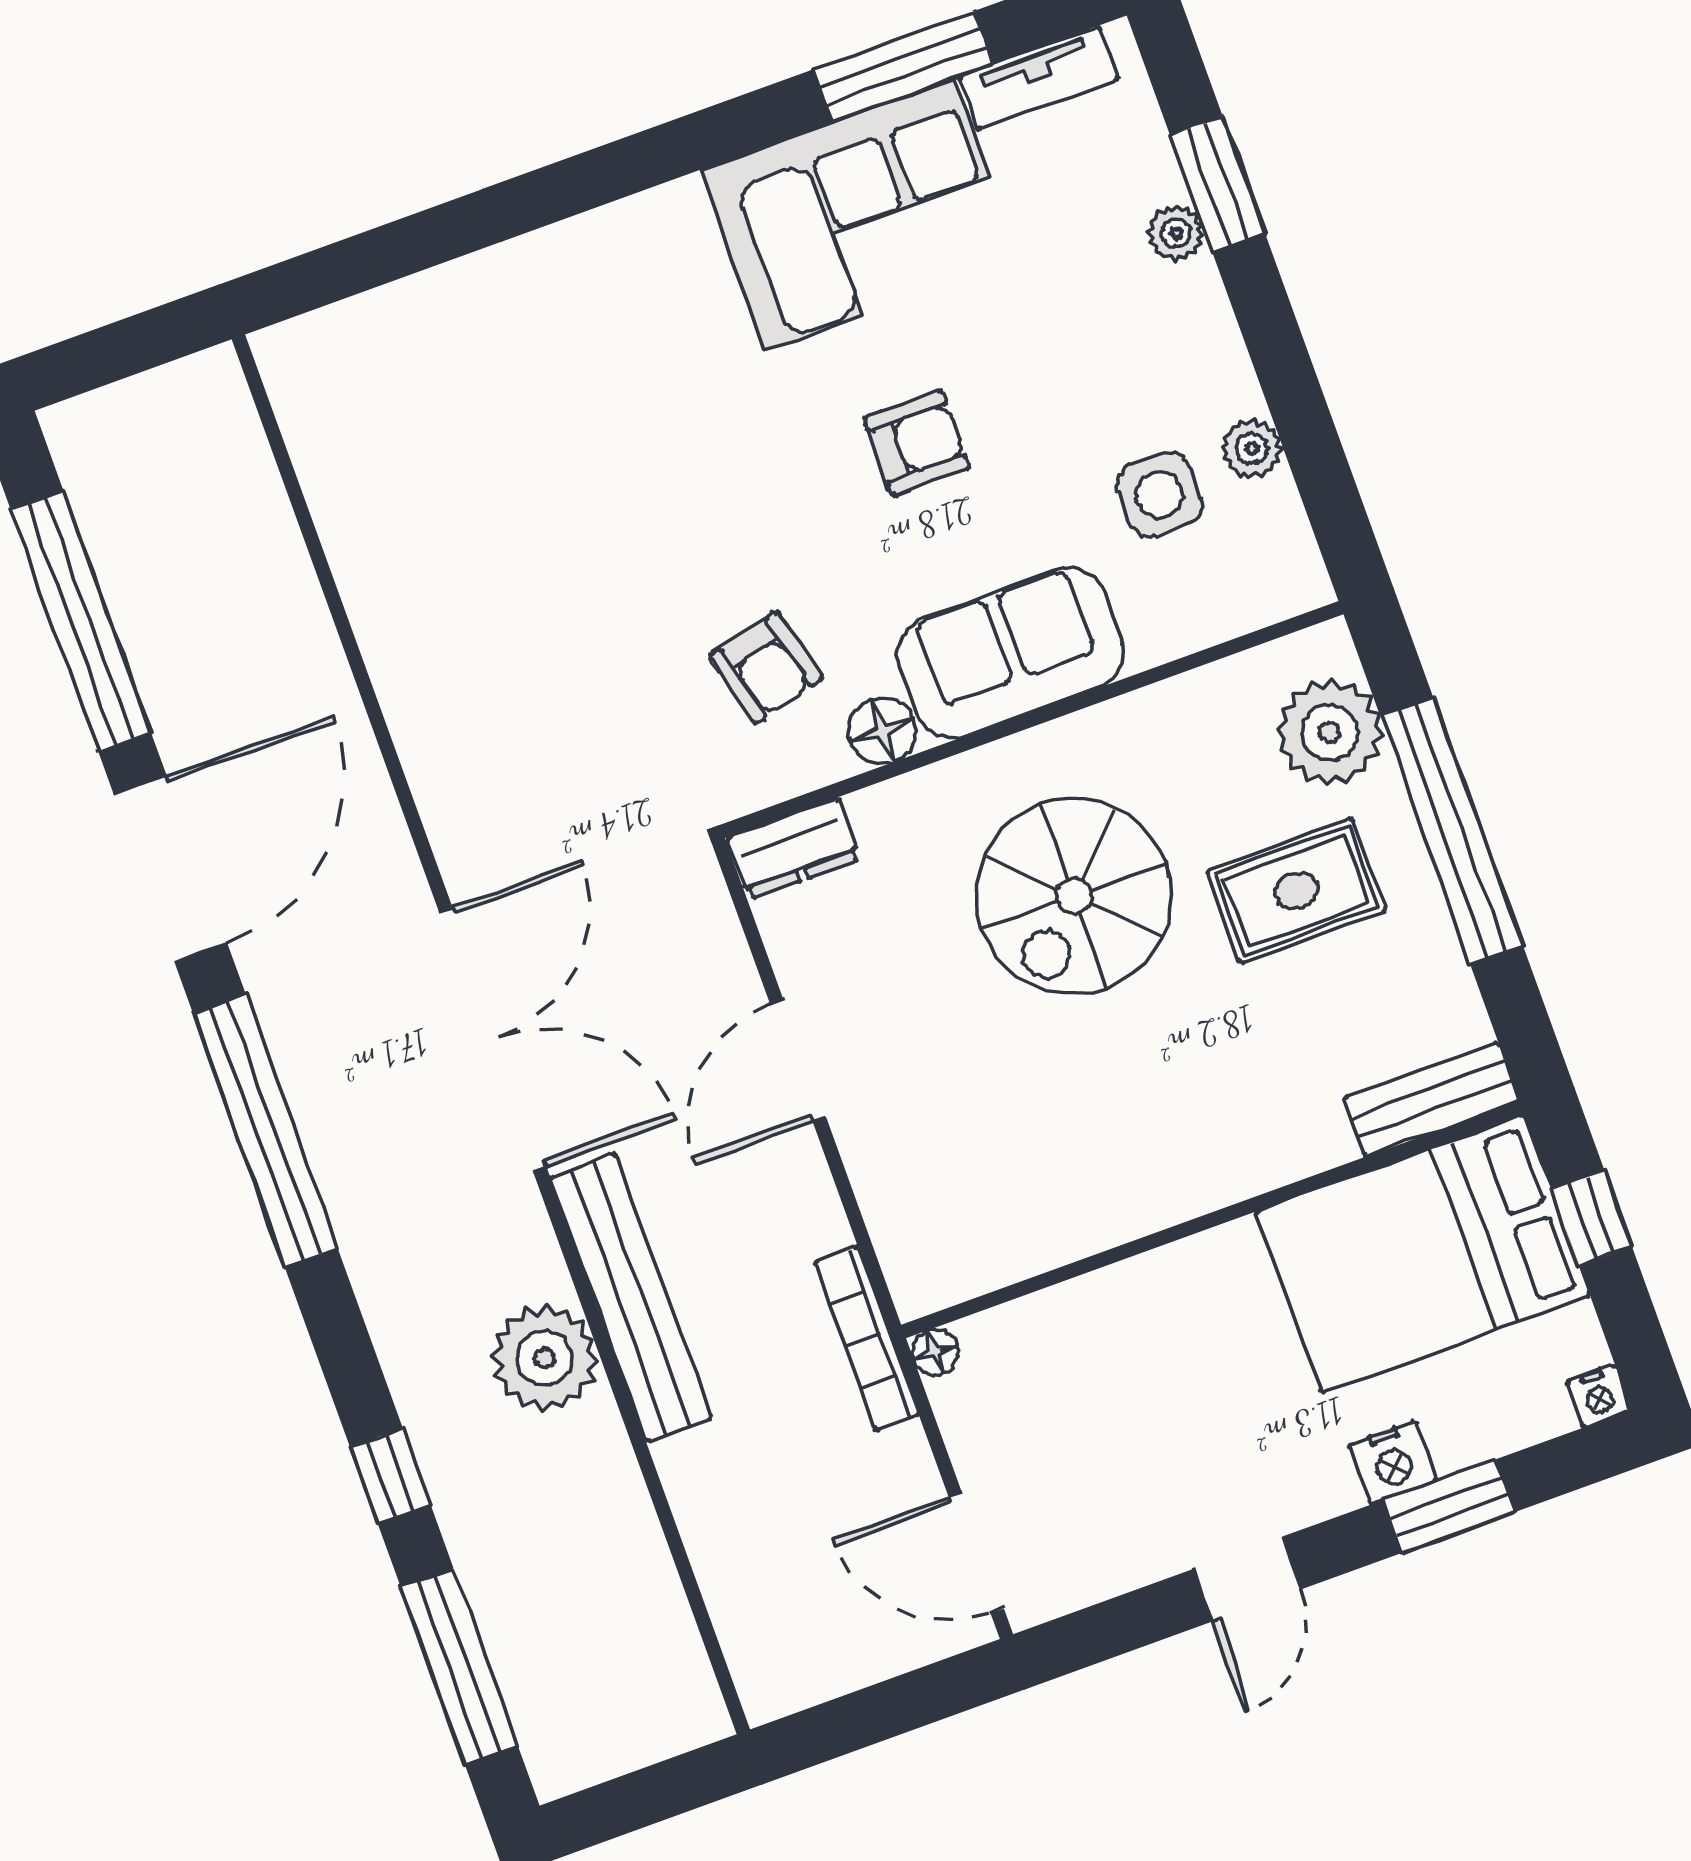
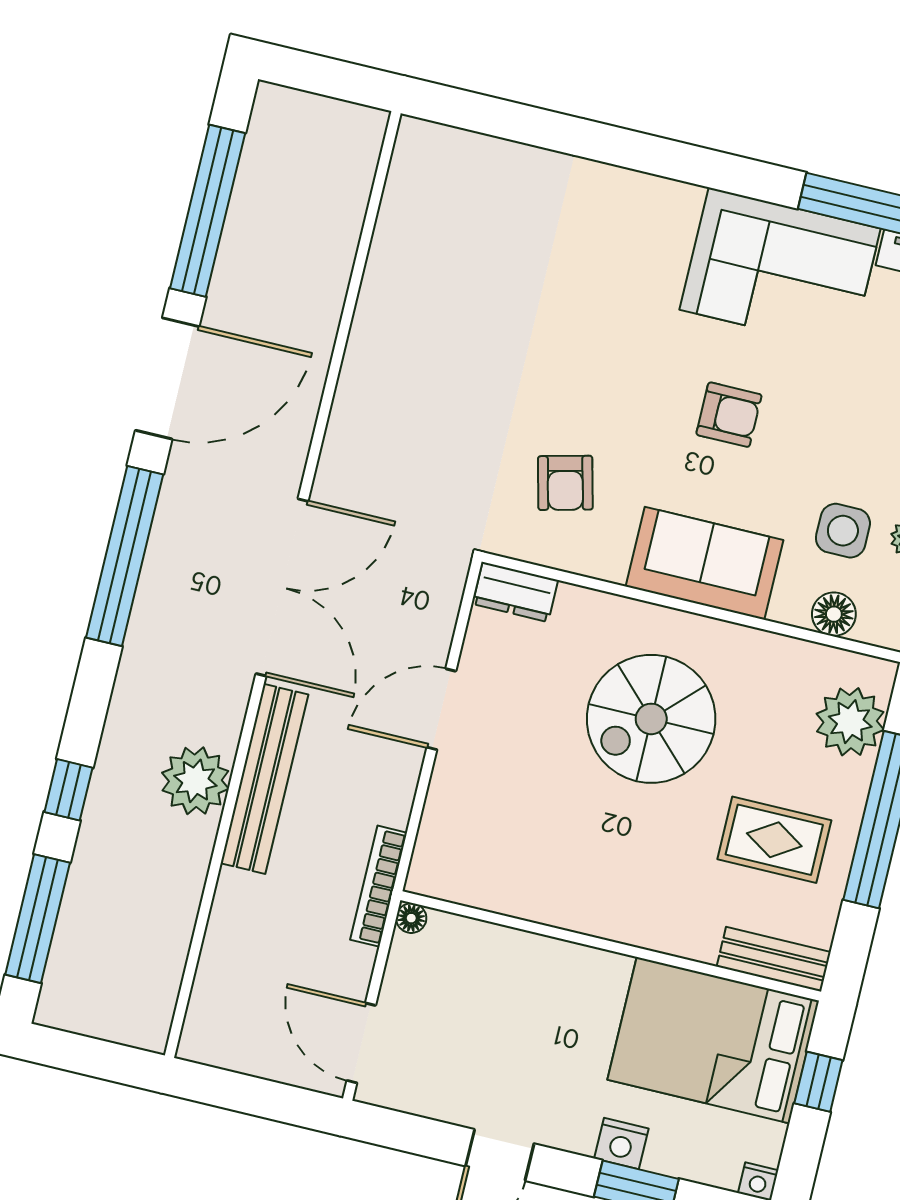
floor lamp: (882, 731) -> (834, 614), moved
rug: (1296, 891) -> (774, 840), moved

